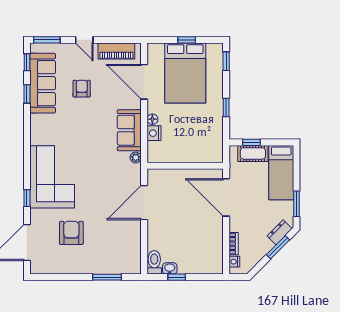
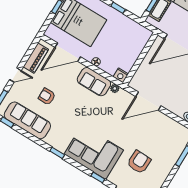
window: (27, 94) -> (57, 153), moved
nightstand: (154, 133) -> (121, 75), moved
door: (144, 203) -> (148, 101), hinge flipped
armchair: (71, 233) -> (139, 162), turned 92

